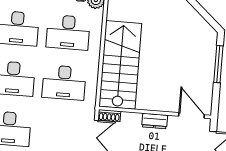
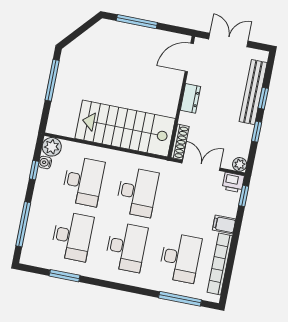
shoe rack: (109, 116) -> (180, 142), width x1.43

